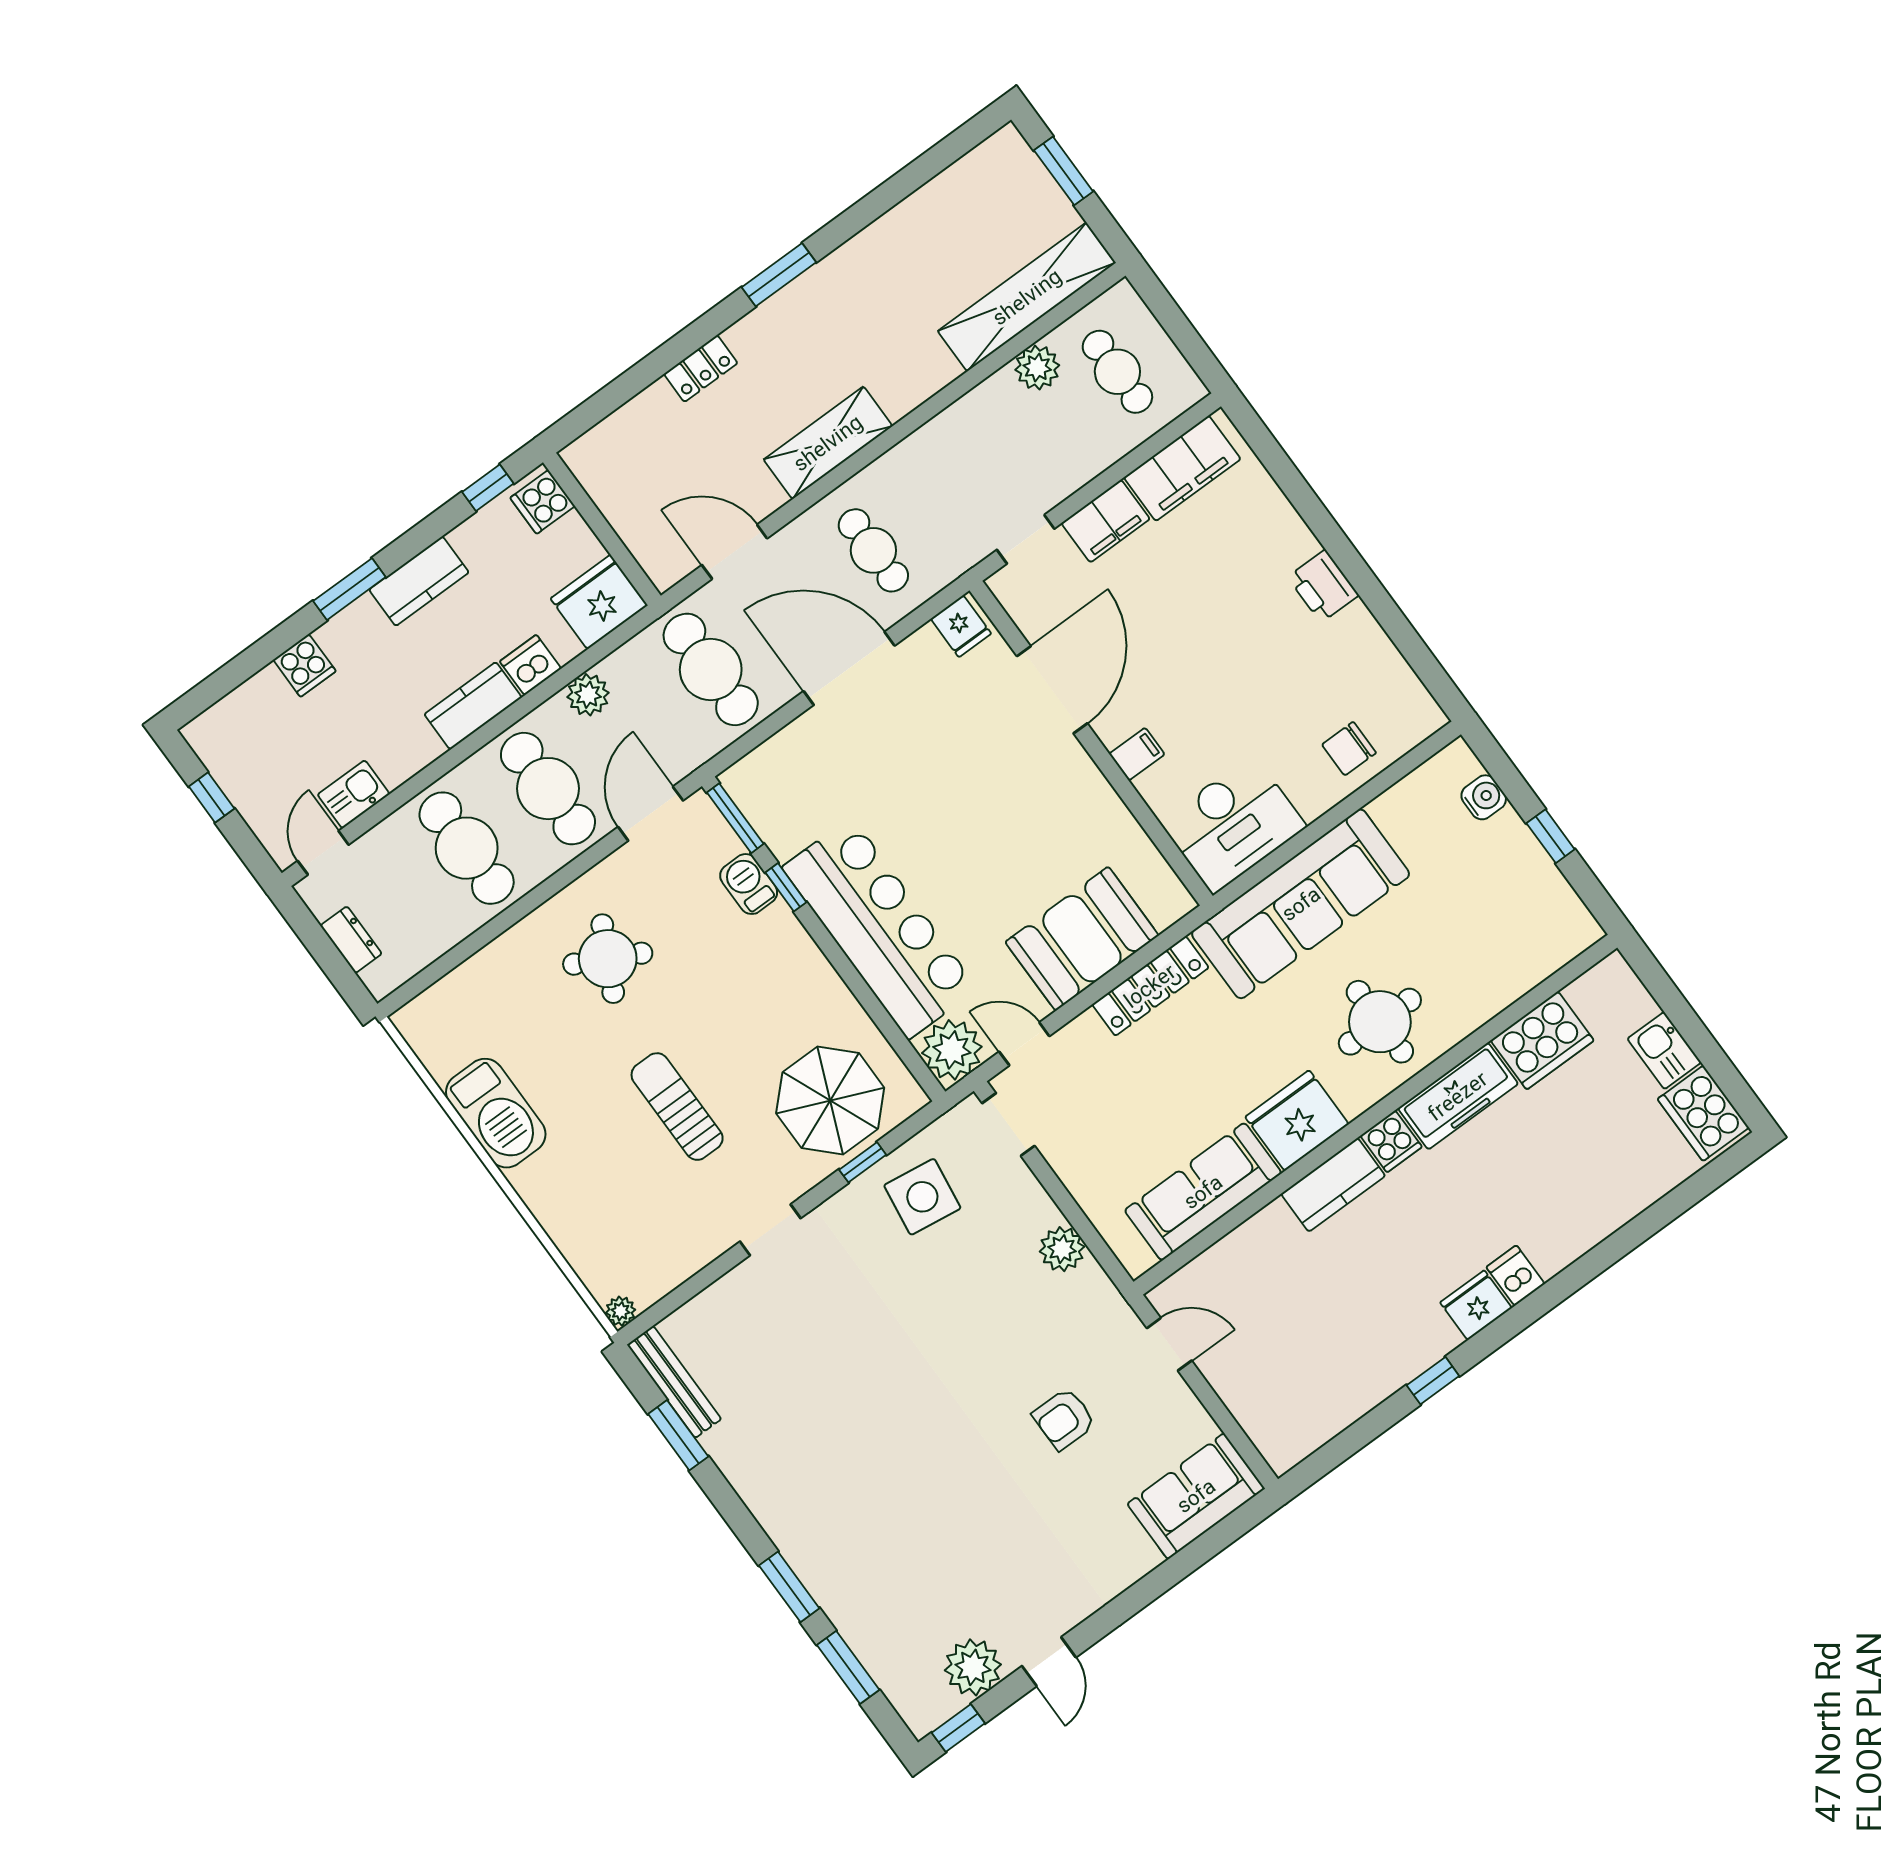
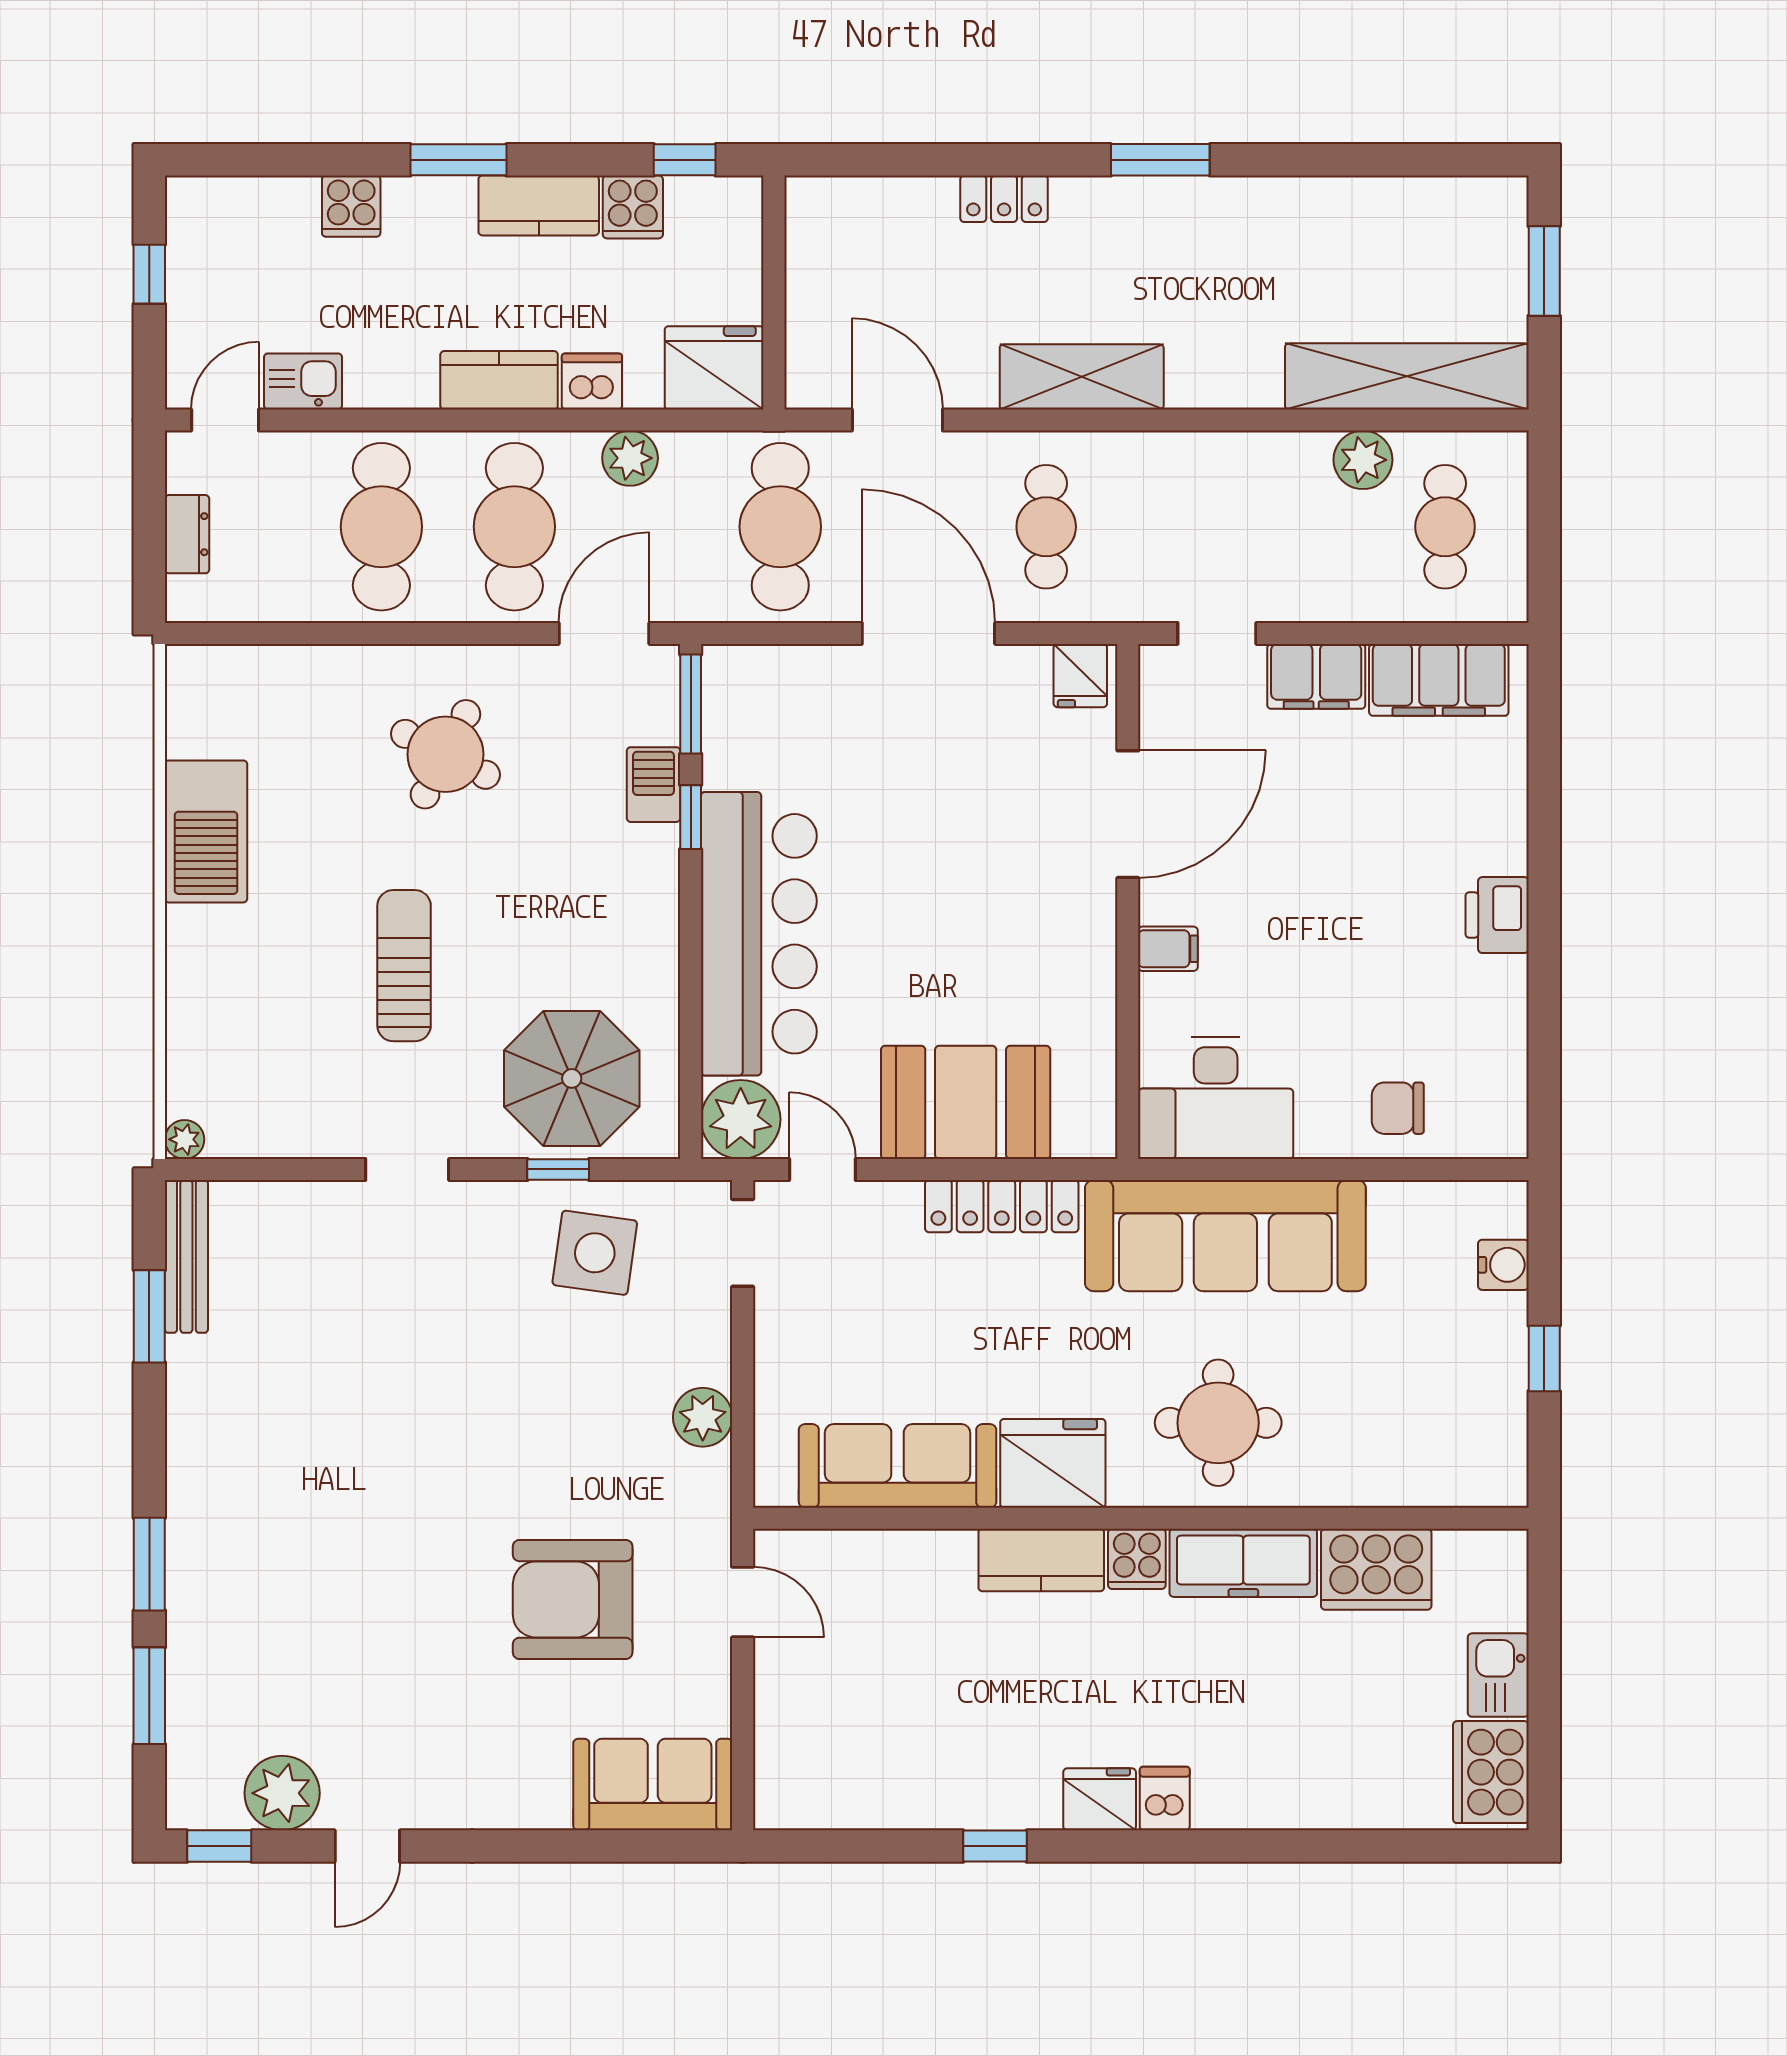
cooker: (543, 502) -> (633, 207), moved, turned -90
armchair: (1064, 1419) -> (573, 1599), width x1.88, depth x1.88

